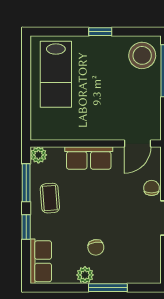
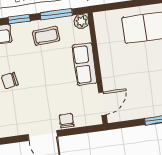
door: (137, 144) -> (102, 104), swing flipped
chair: (152, 188) -> (67, 121), turned -90

